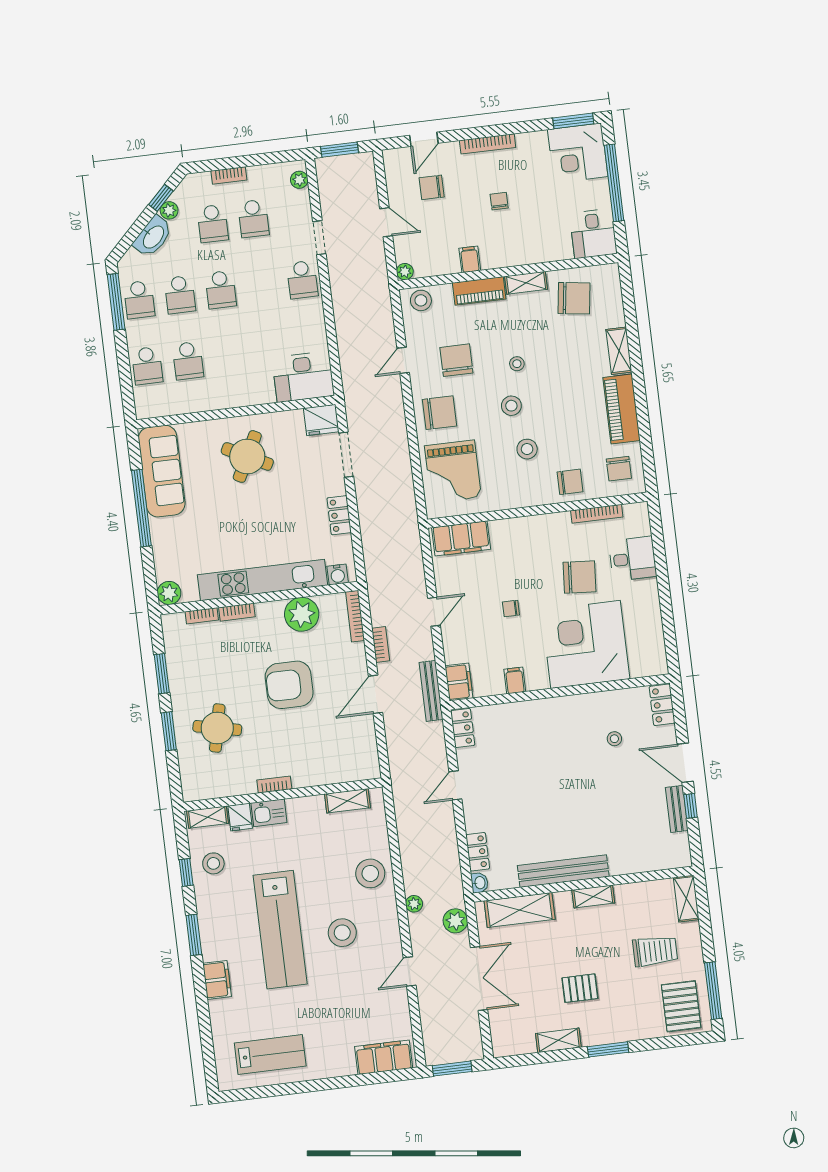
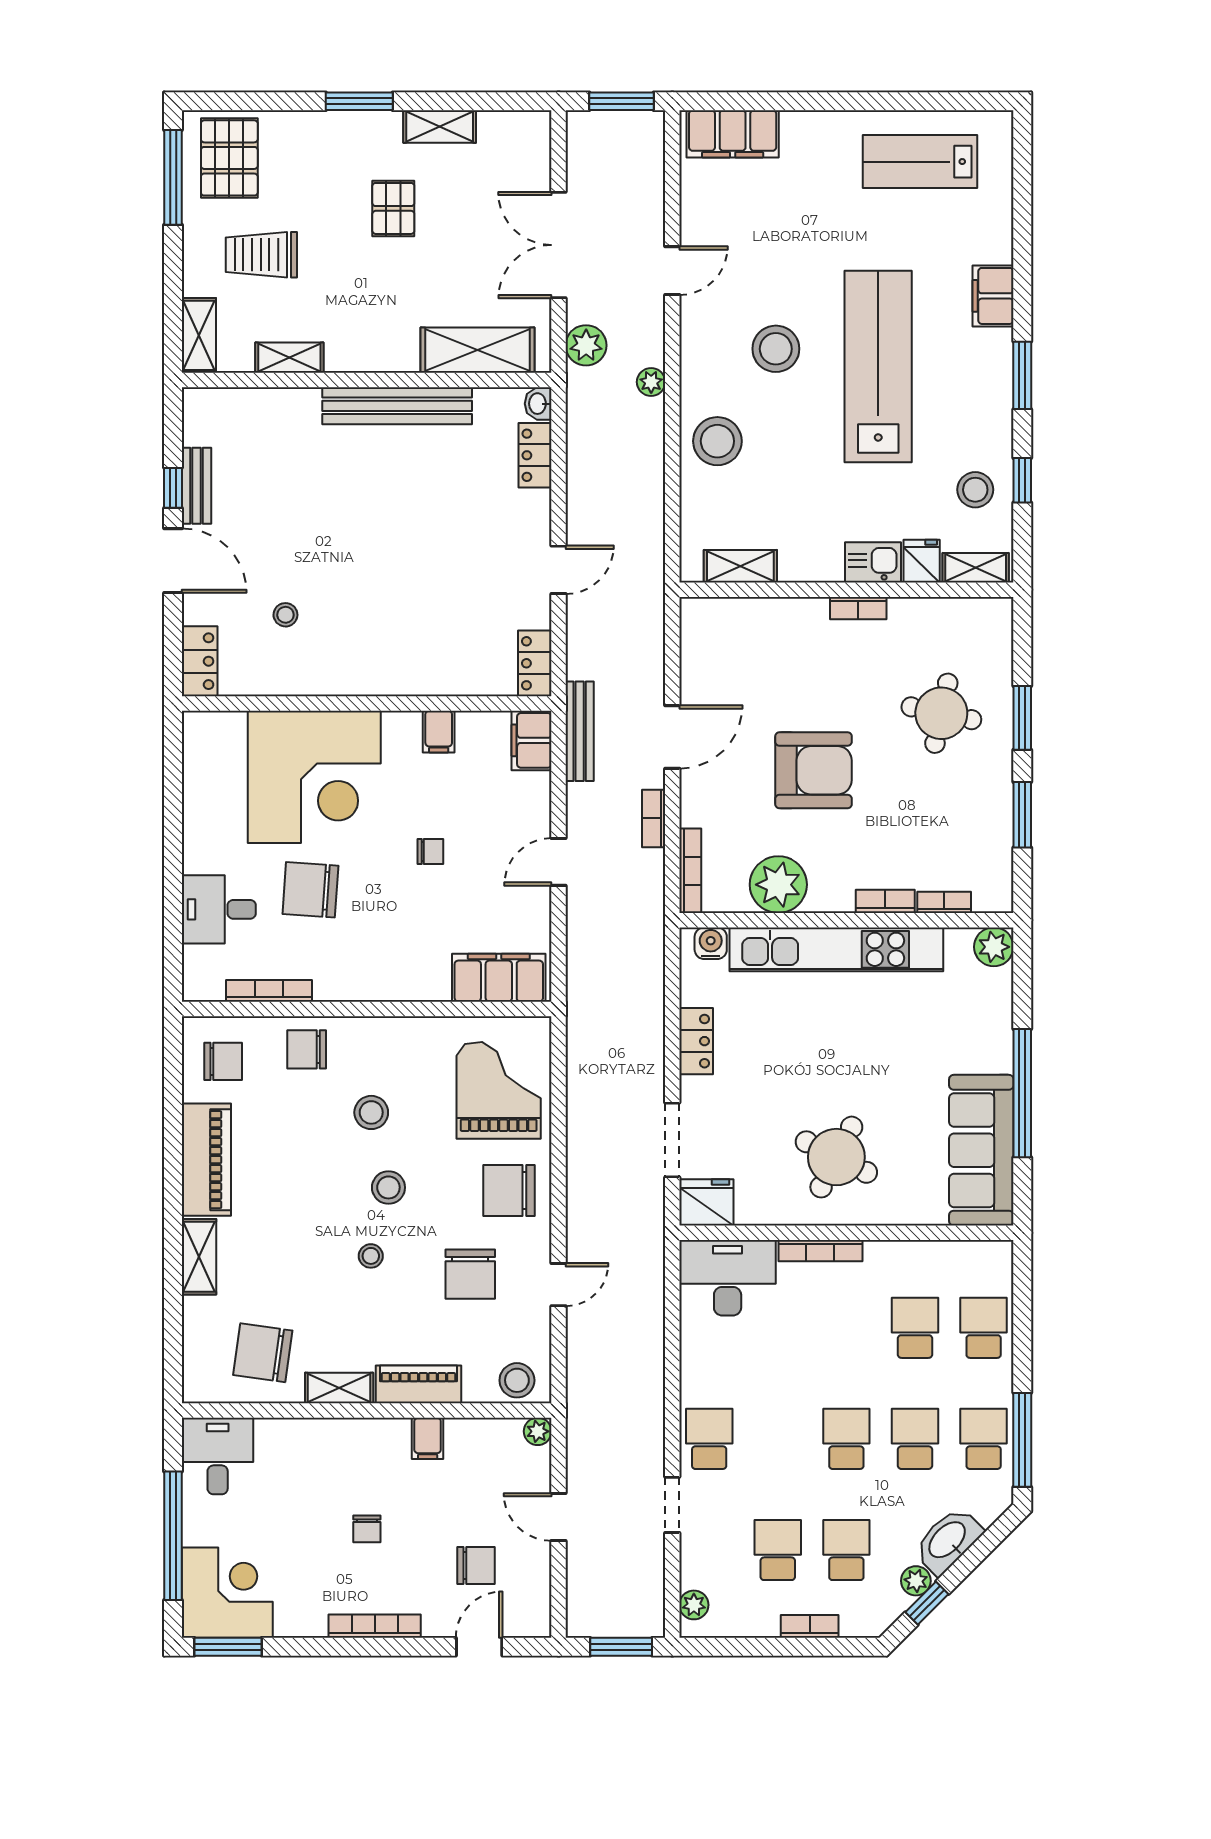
bookcase: (250, 400) -> (820, 1251), added
chair: (619, 469) -> (223, 1061), turned 90
shelving: (593, 896) -> (289, 358), moved
pallet: (580, 988) -> (393, 208), turned 90

